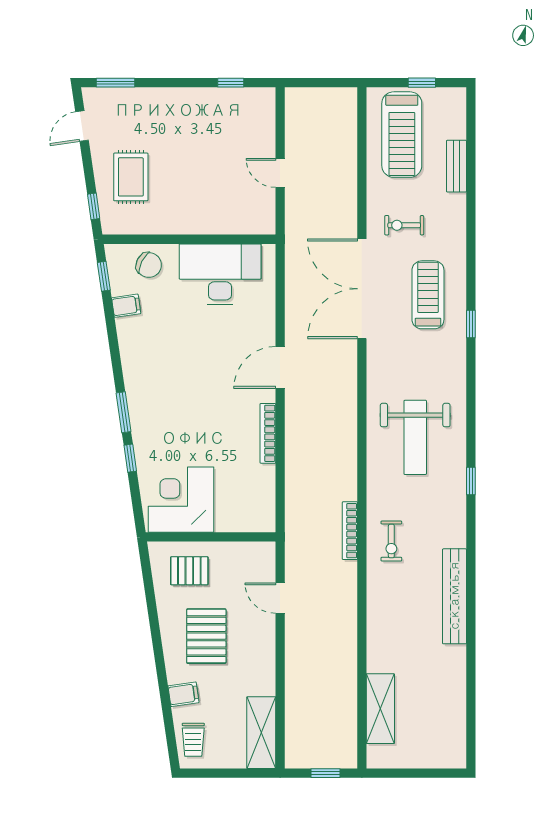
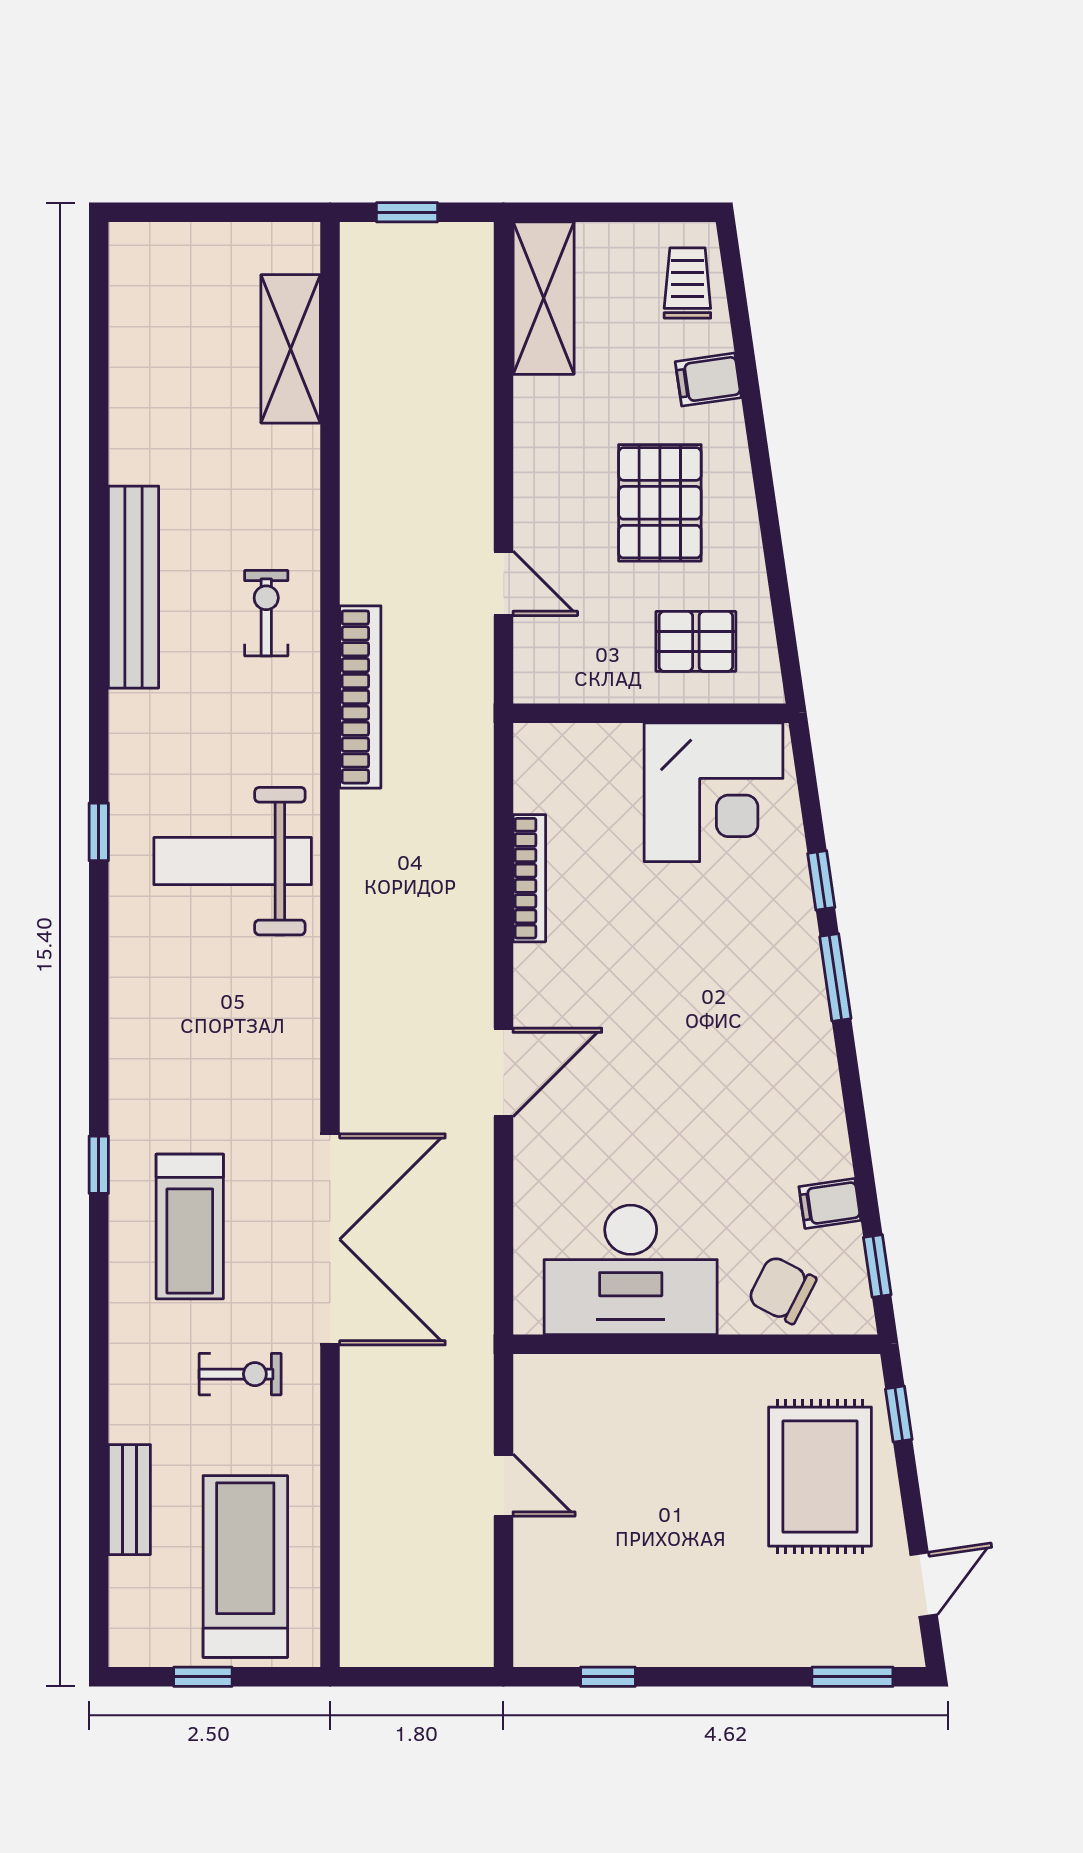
rug: (131, 177) -> (820, 1477), width x1.36, depth x1.43
bookcase: (268, 433) -> (529, 878), moved
weight bench: (415, 437) -> (233, 861), moved, turned -90
bookcase: (350, 531) -> (360, 697), width x1.48, depth x1.31
exercise bike: (391, 541) -> (266, 613), moved

